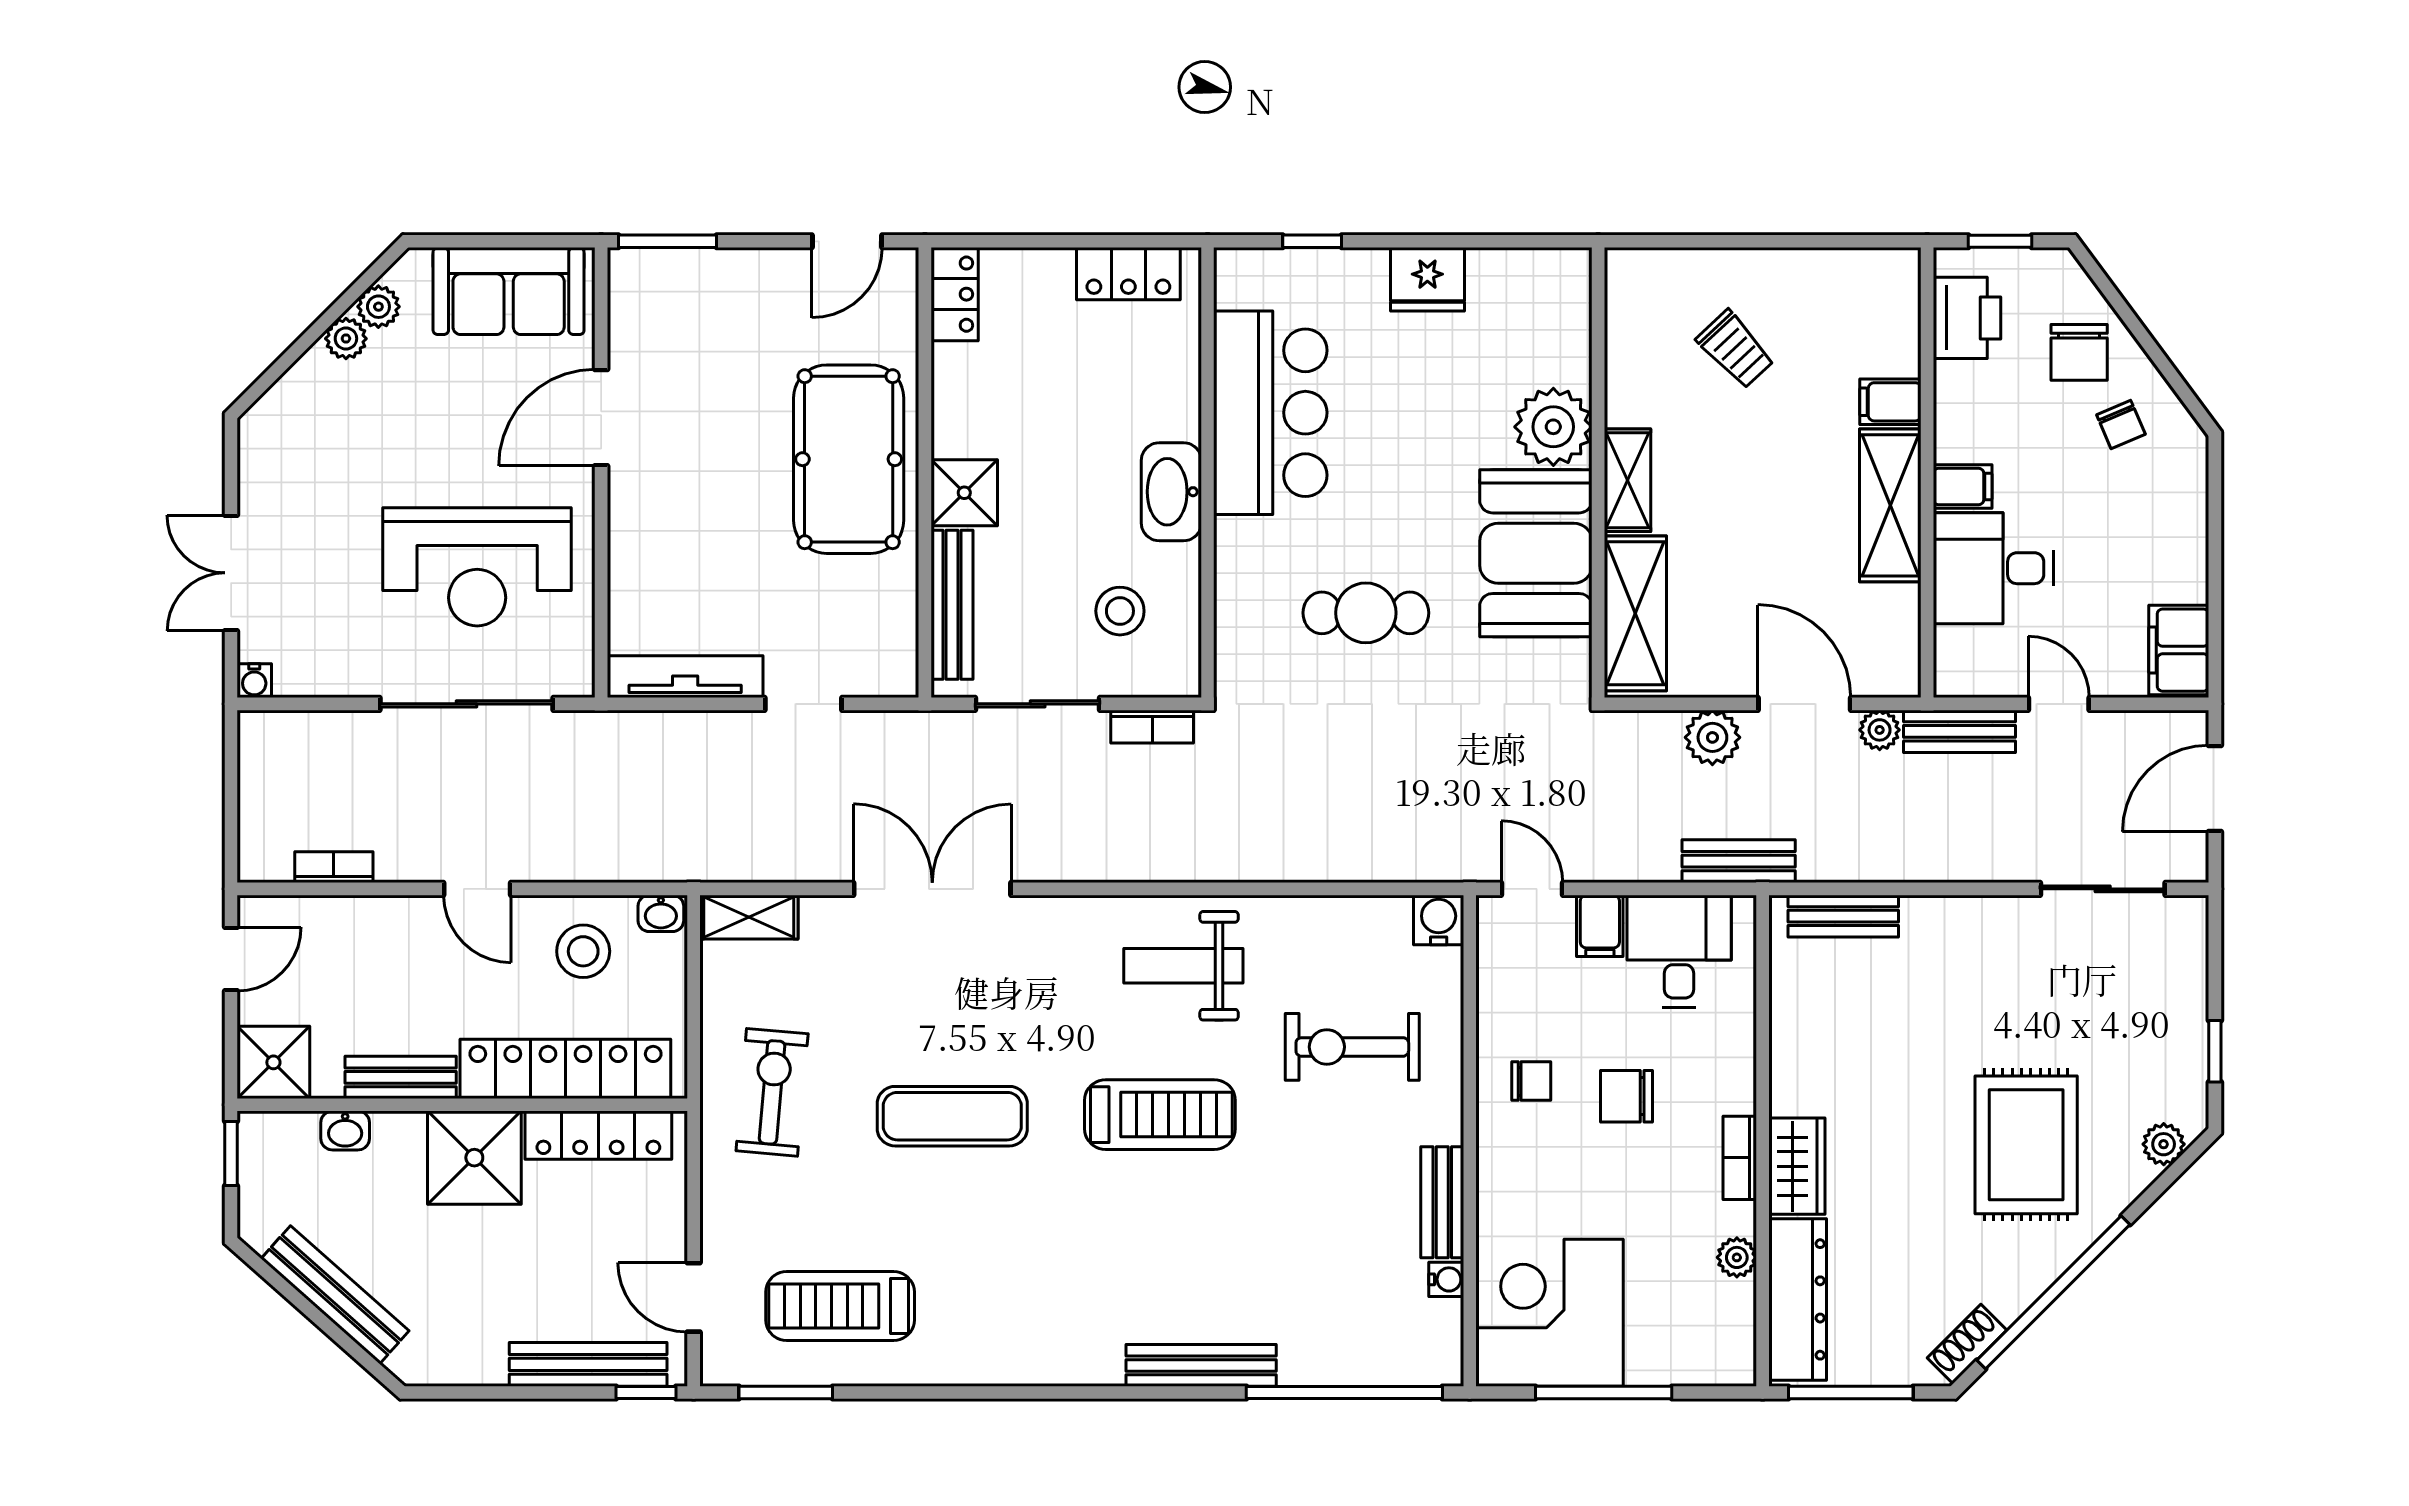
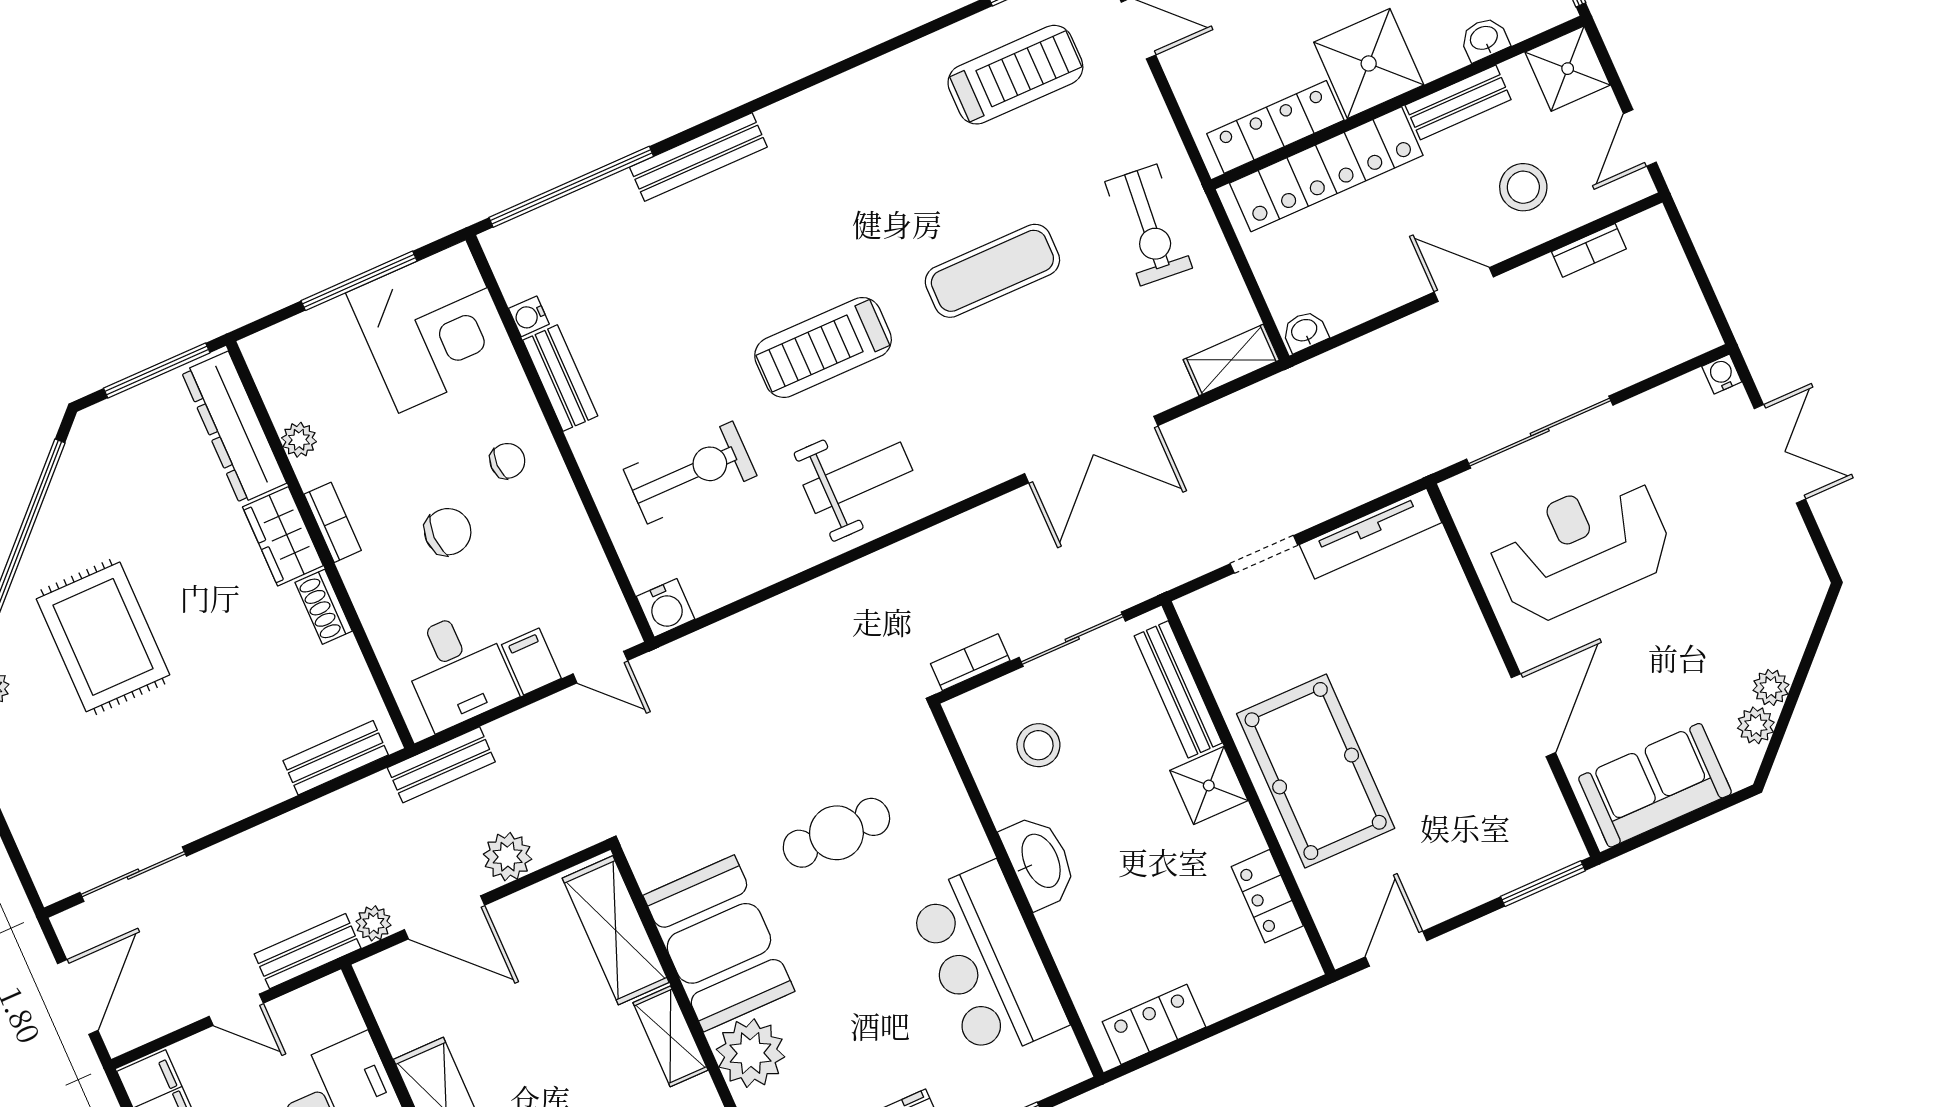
locker: (955, 294) -> (1267, 896), moved
stool: (583, 951) -> (1523, 187), moved
chair: (1531, 1081) -> (507, 461), moved, turned 180
shoe rack: (1967, 1344) -> (324, 607), moved, turned 135

